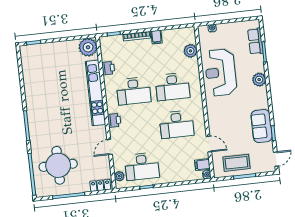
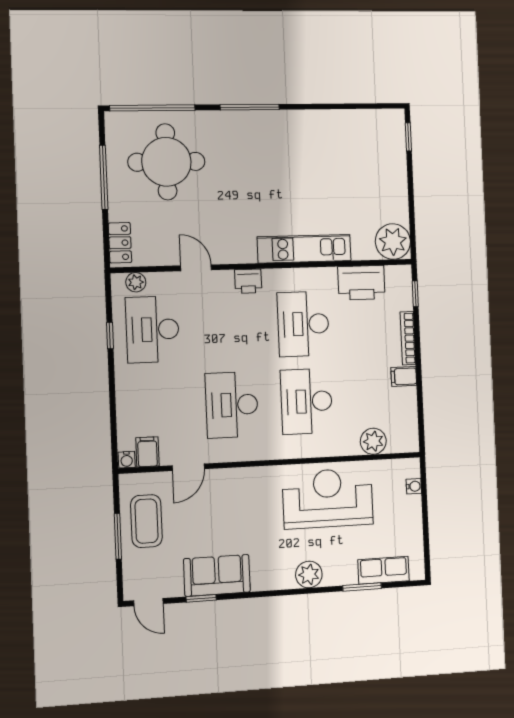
printer: (108, 68) -> (361, 283), width x1.87, depth x1.48
kitchen unit: (96, 93) -> (304, 249), width x0.73

